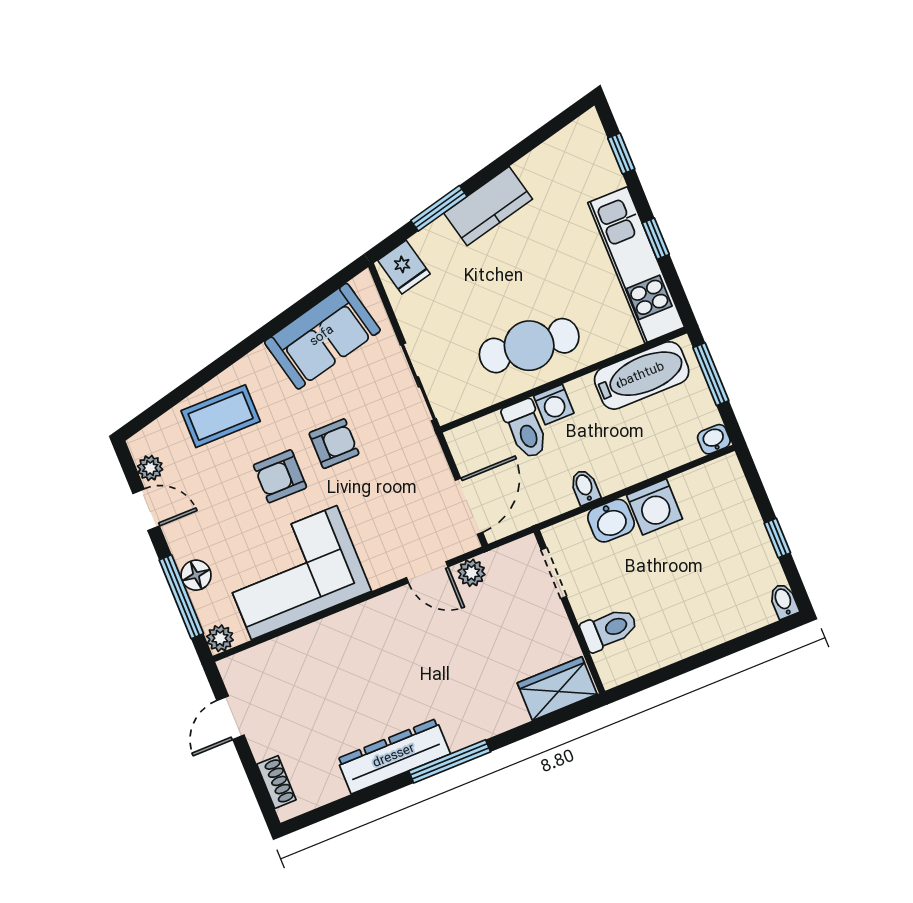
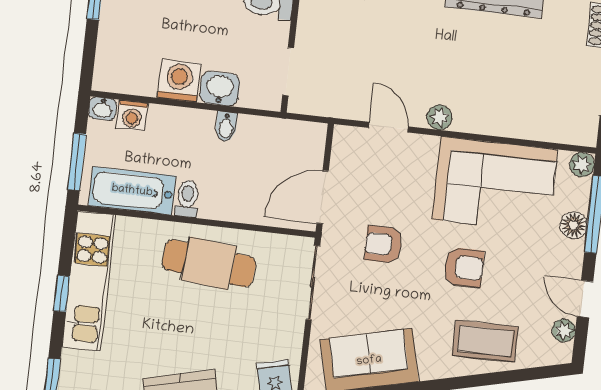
washing machine: (554, 404) -> (132, 115), moved, turned 180
toilet: (526, 429) -> (187, 199), moved, width x0.73, depth x0.72
armchair: (334, 444) -> (383, 244), moved
door: (469, 506) -> (323, 197), moved
plant: (471, 573) -> (440, 117), moved

